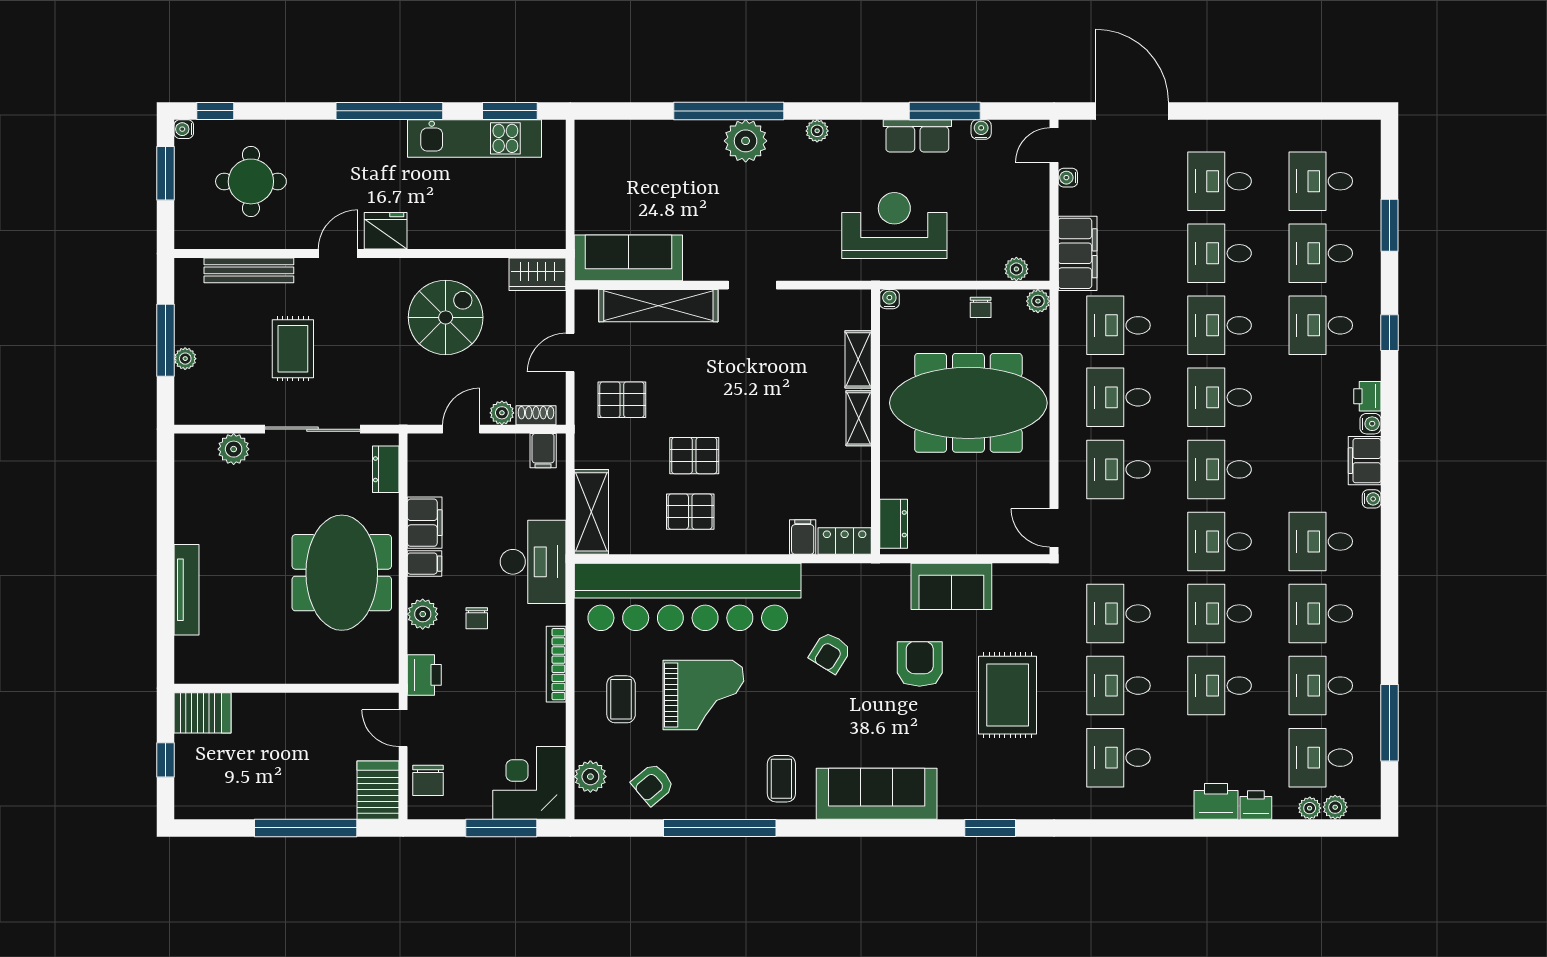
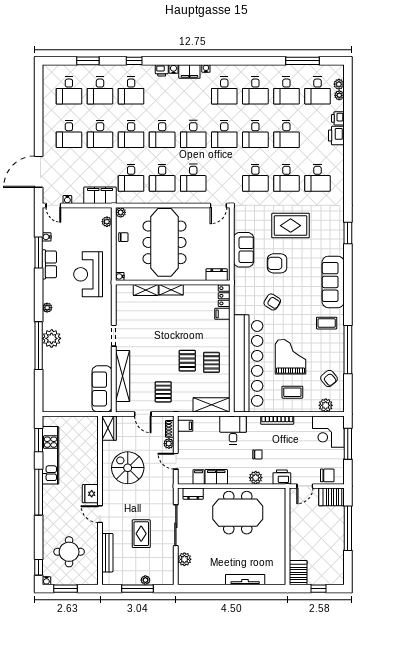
rug: (293, 349) -> (141, 534), turned 90
desk: (533, 562) -> (233, 430), width x0.73
filing cabinet: (425, 564) -> (199, 477), moved

